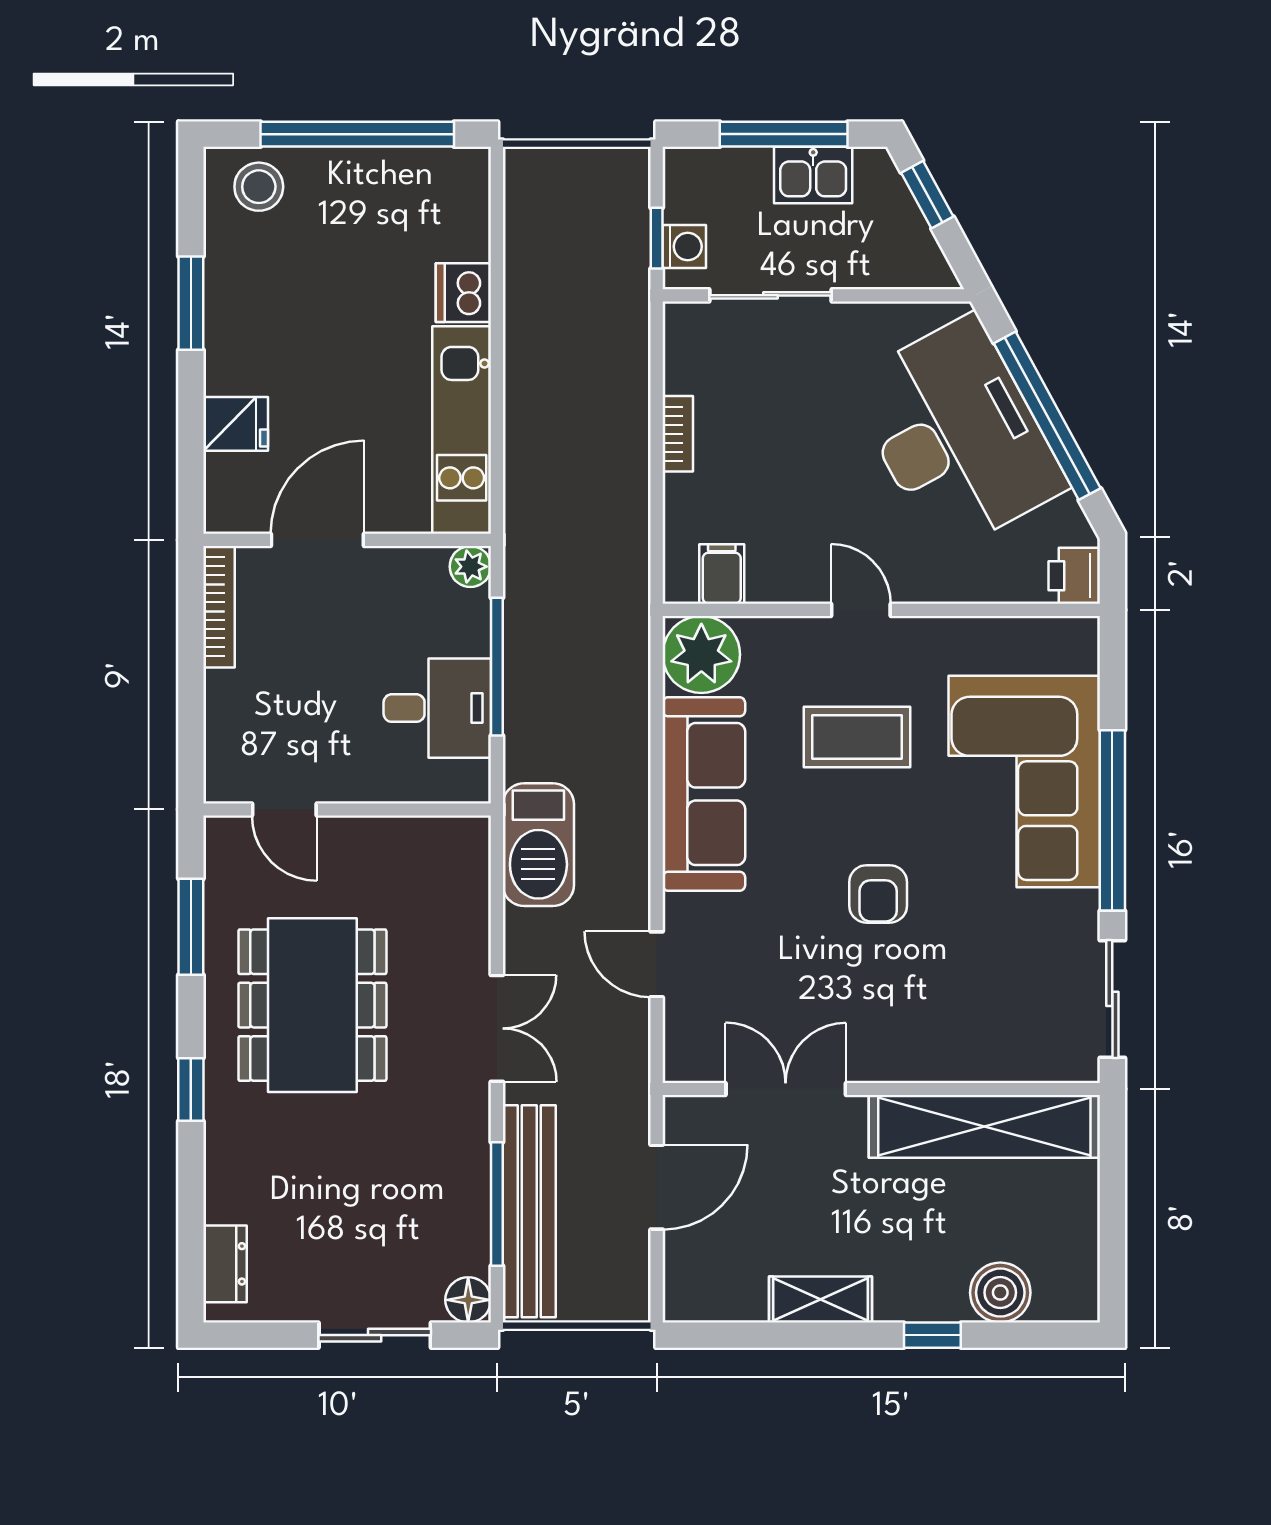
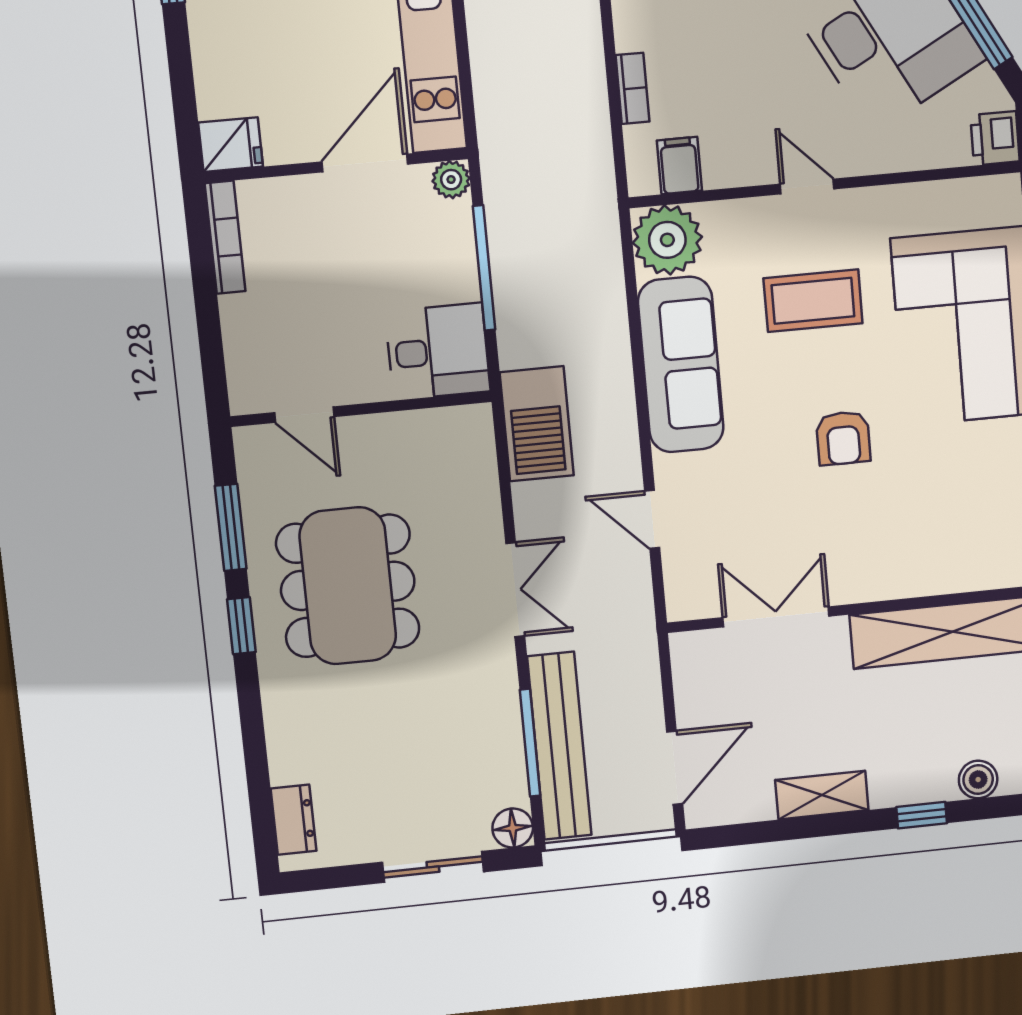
fridge: (236, 424) -> (231, 145), moved
bookcase: (678, 434) -> (632, 88), moved
door: (317, 540) -> (365, 163), moved
desk: (437, 708) -> (438, 351), moved
window: (191, 1089) -> (241, 626), moved
door: (657, 1187) -> (675, 768), moved
boiler: (1000, 1293) -> (978, 780), width x0.73, depth x0.73

